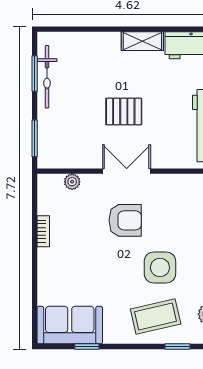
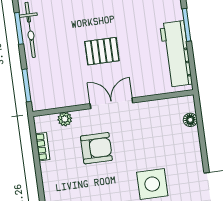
armchair: (125, 220) -> (96, 148), moved
bookcase: (43, 231) -> (43, 147), moved

